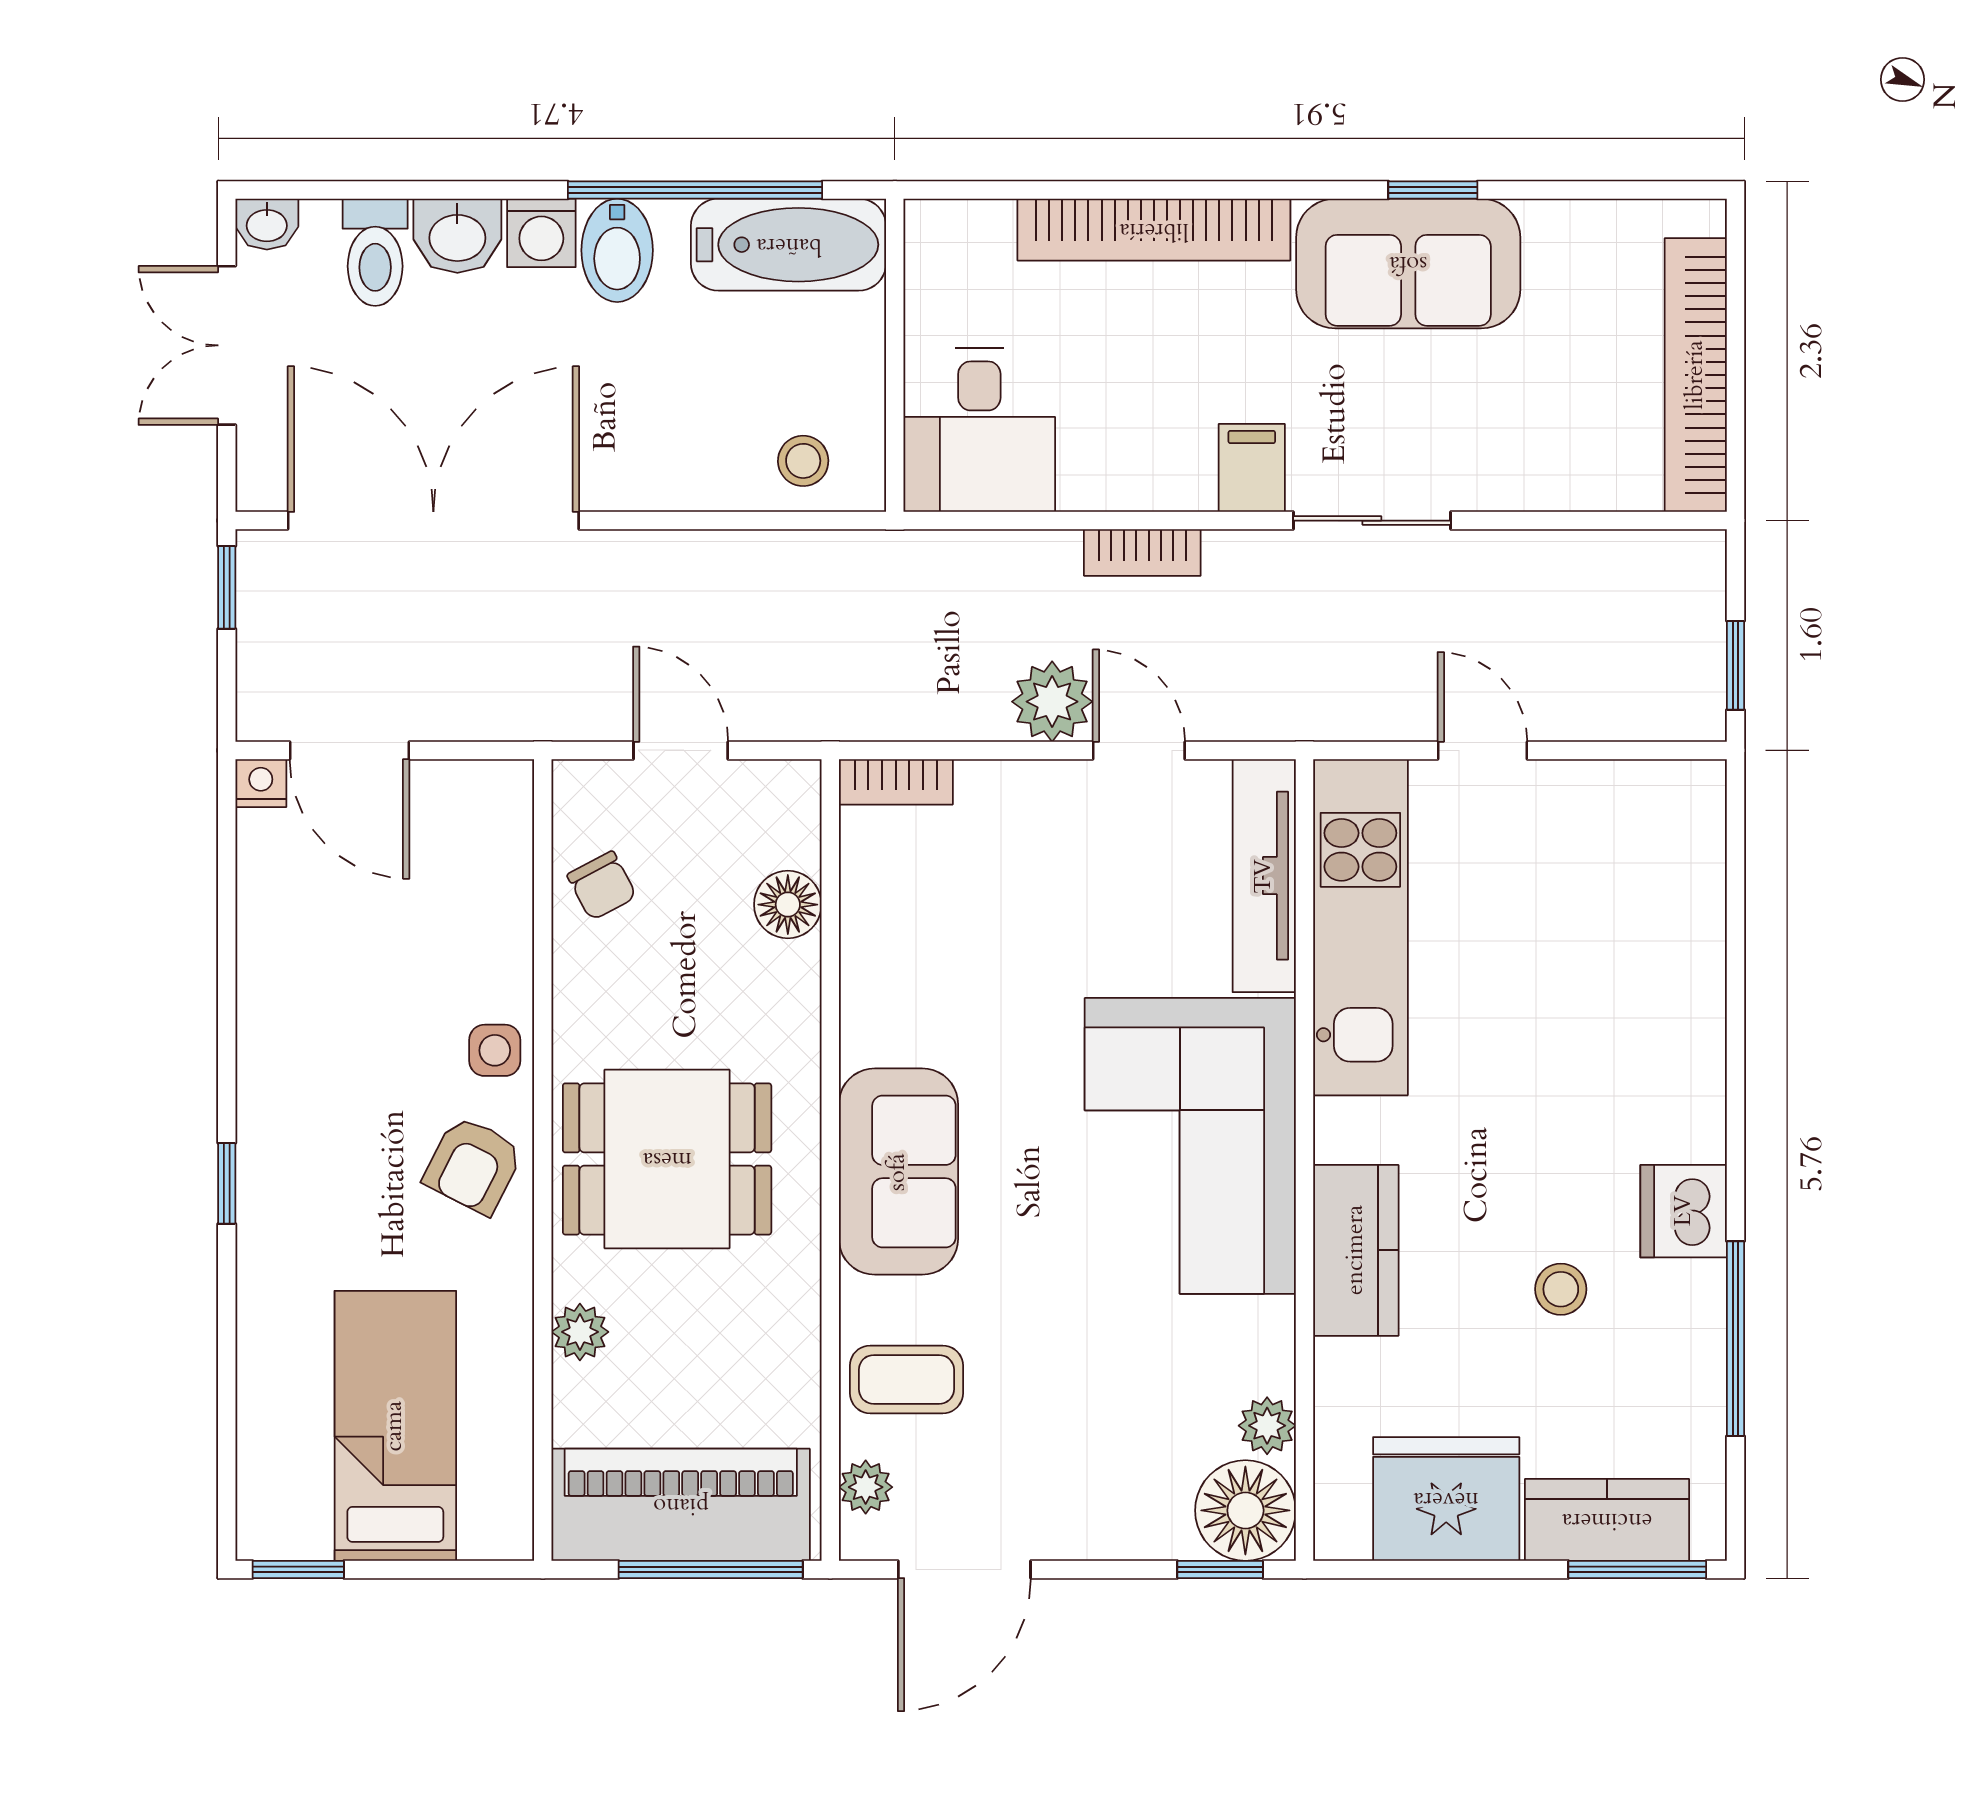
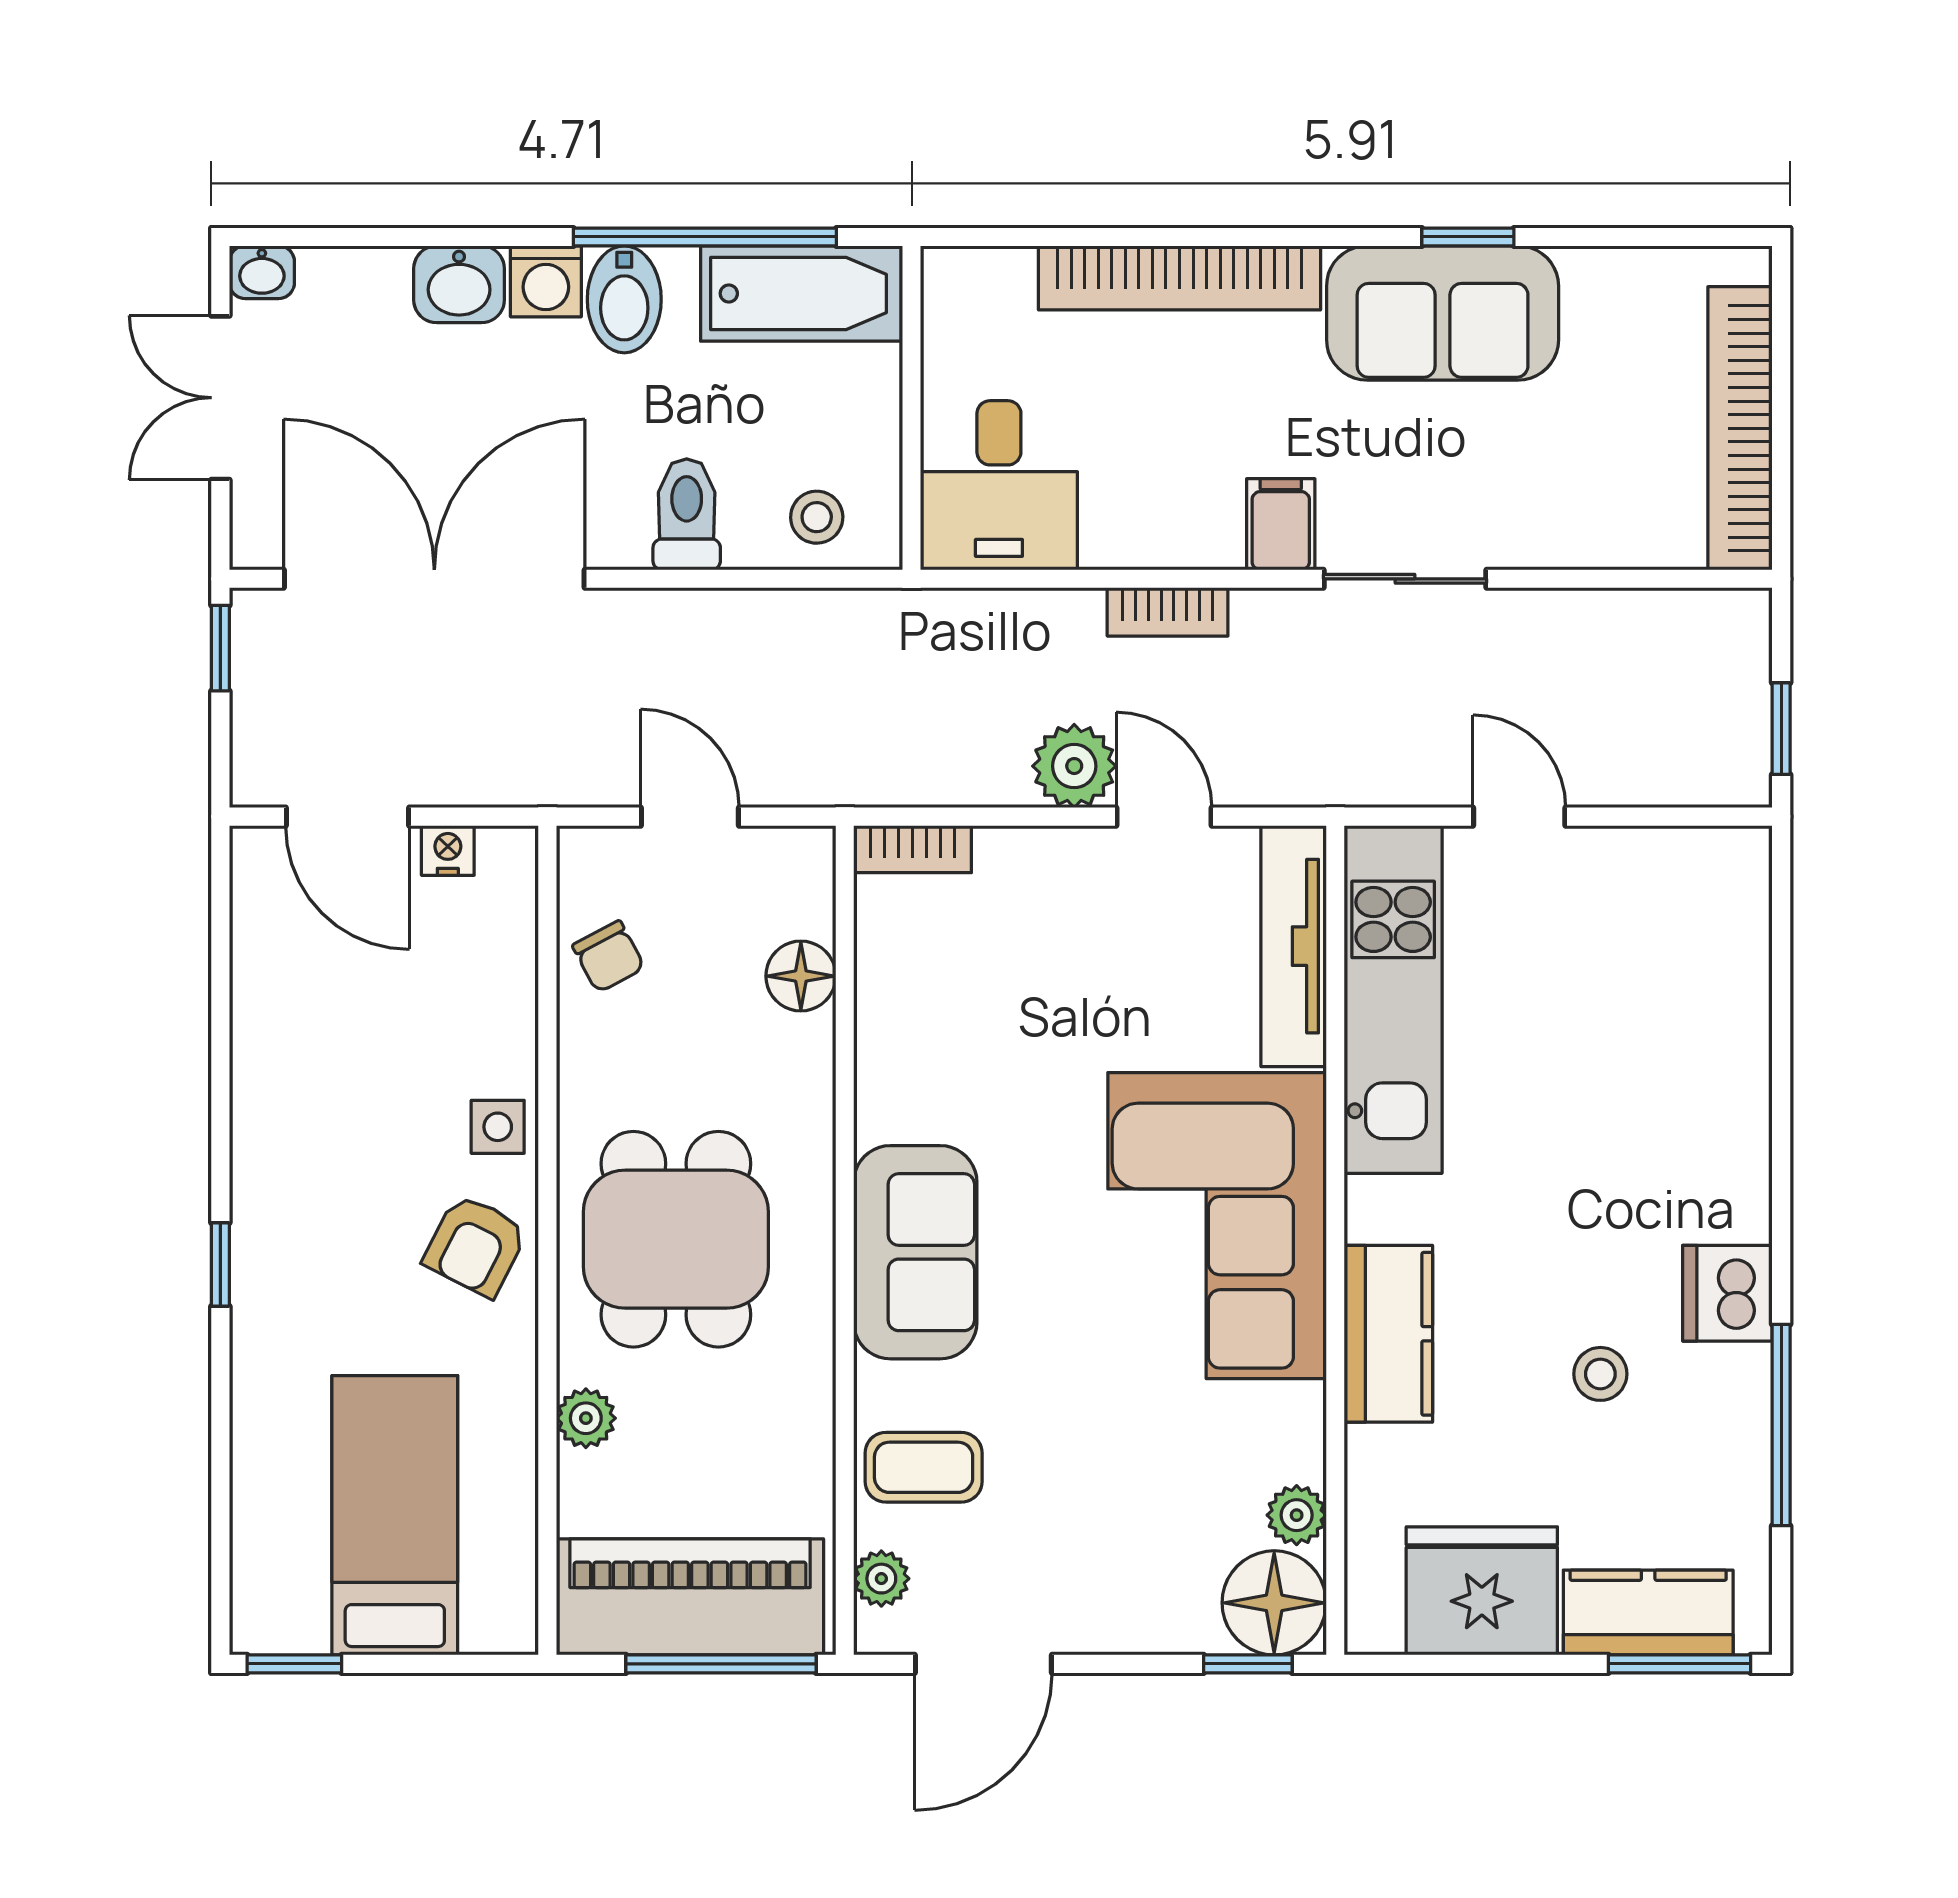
toilet: (375, 252) -> (687, 514), moved, turned 180
nightstand: (261, 783) -> (448, 850), moved
dining table: (667, 1159) -> (676, 1239), turned 90

